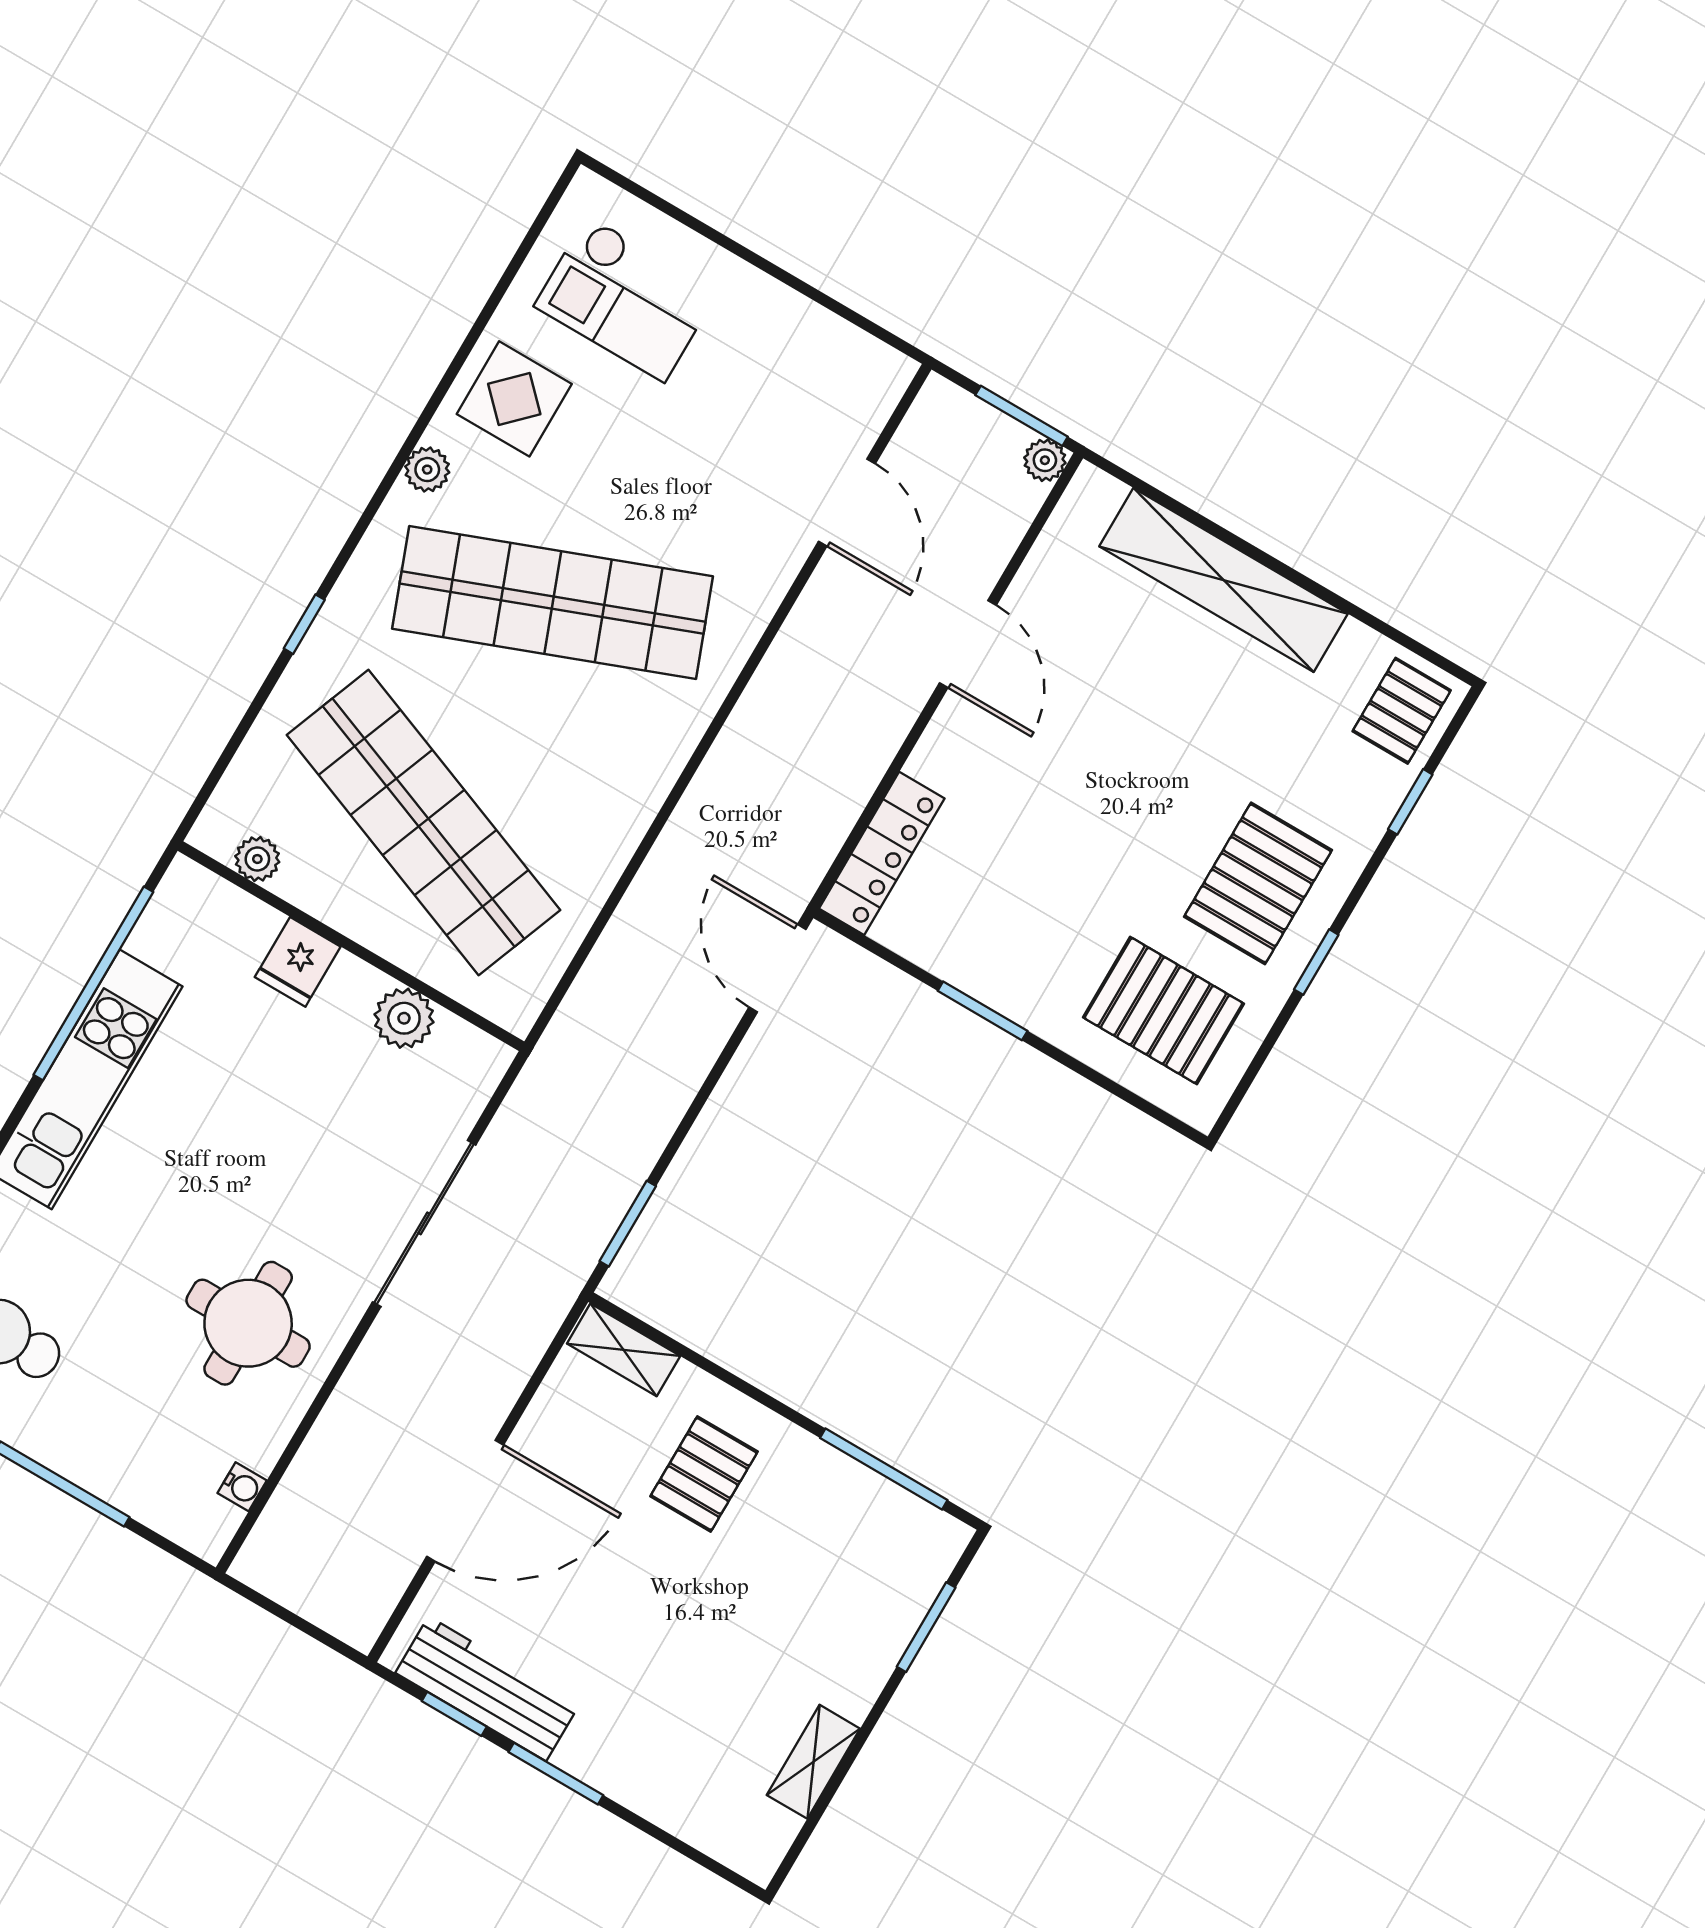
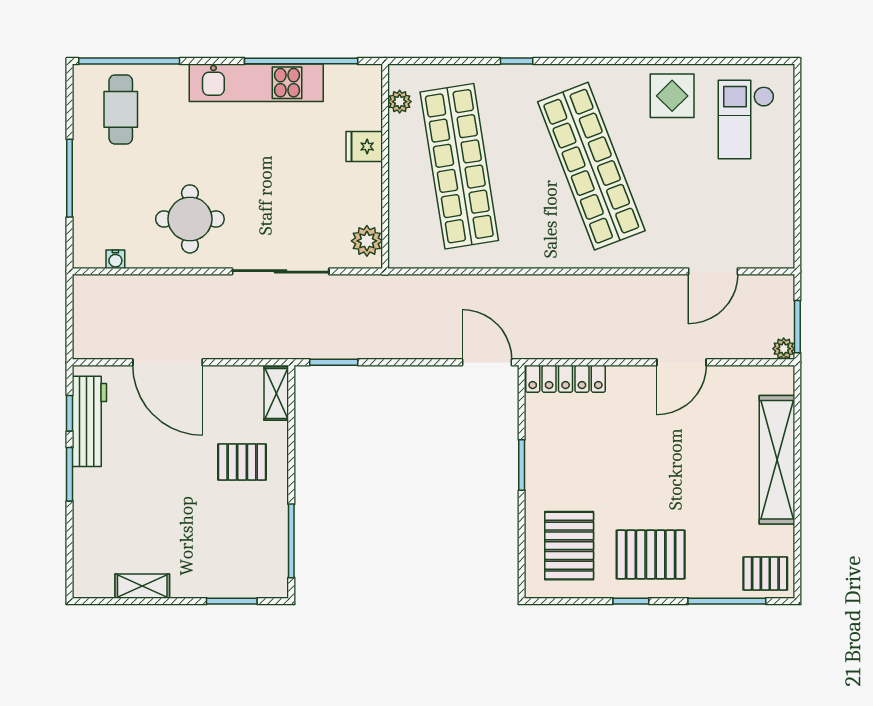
plant: (427, 470) -> (618, 75), removed
window: (1410, 802) -> (727, 601), width x2.17
shop shelf: (423, 823) -> (459, 166), turned -30
door: (778, 968) -> (487, 362), hinge flipped
plant: (404, 1018) -> (367, 241), moved

